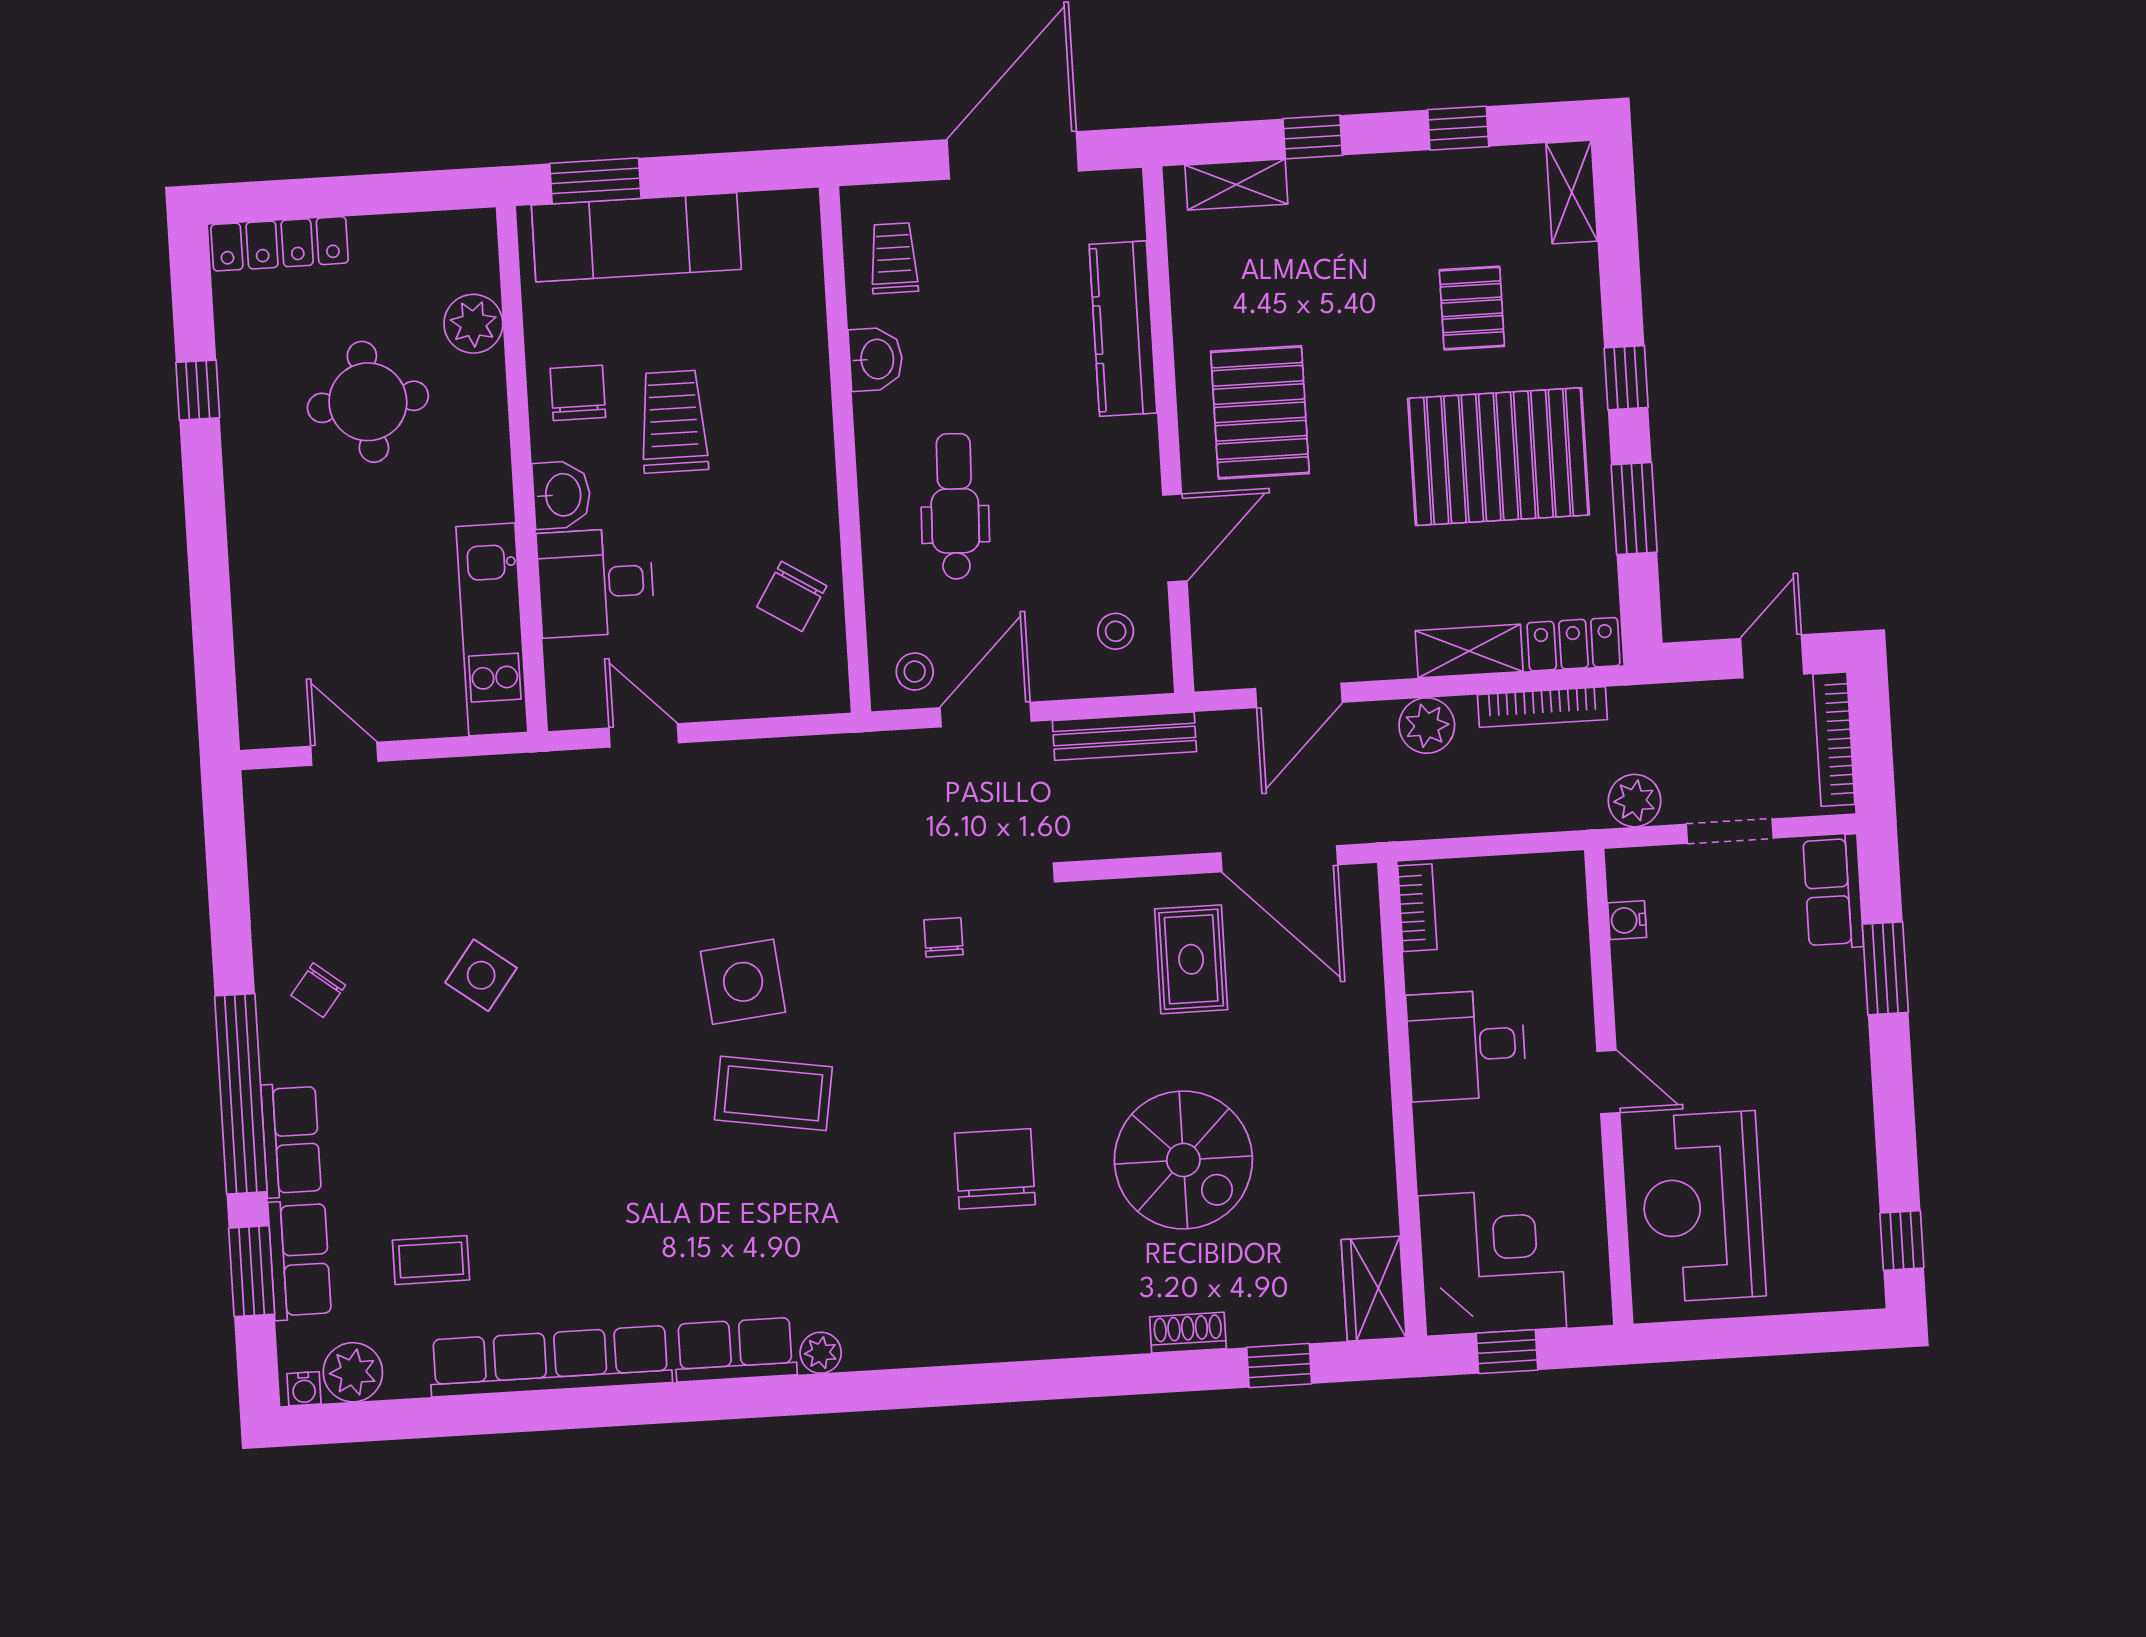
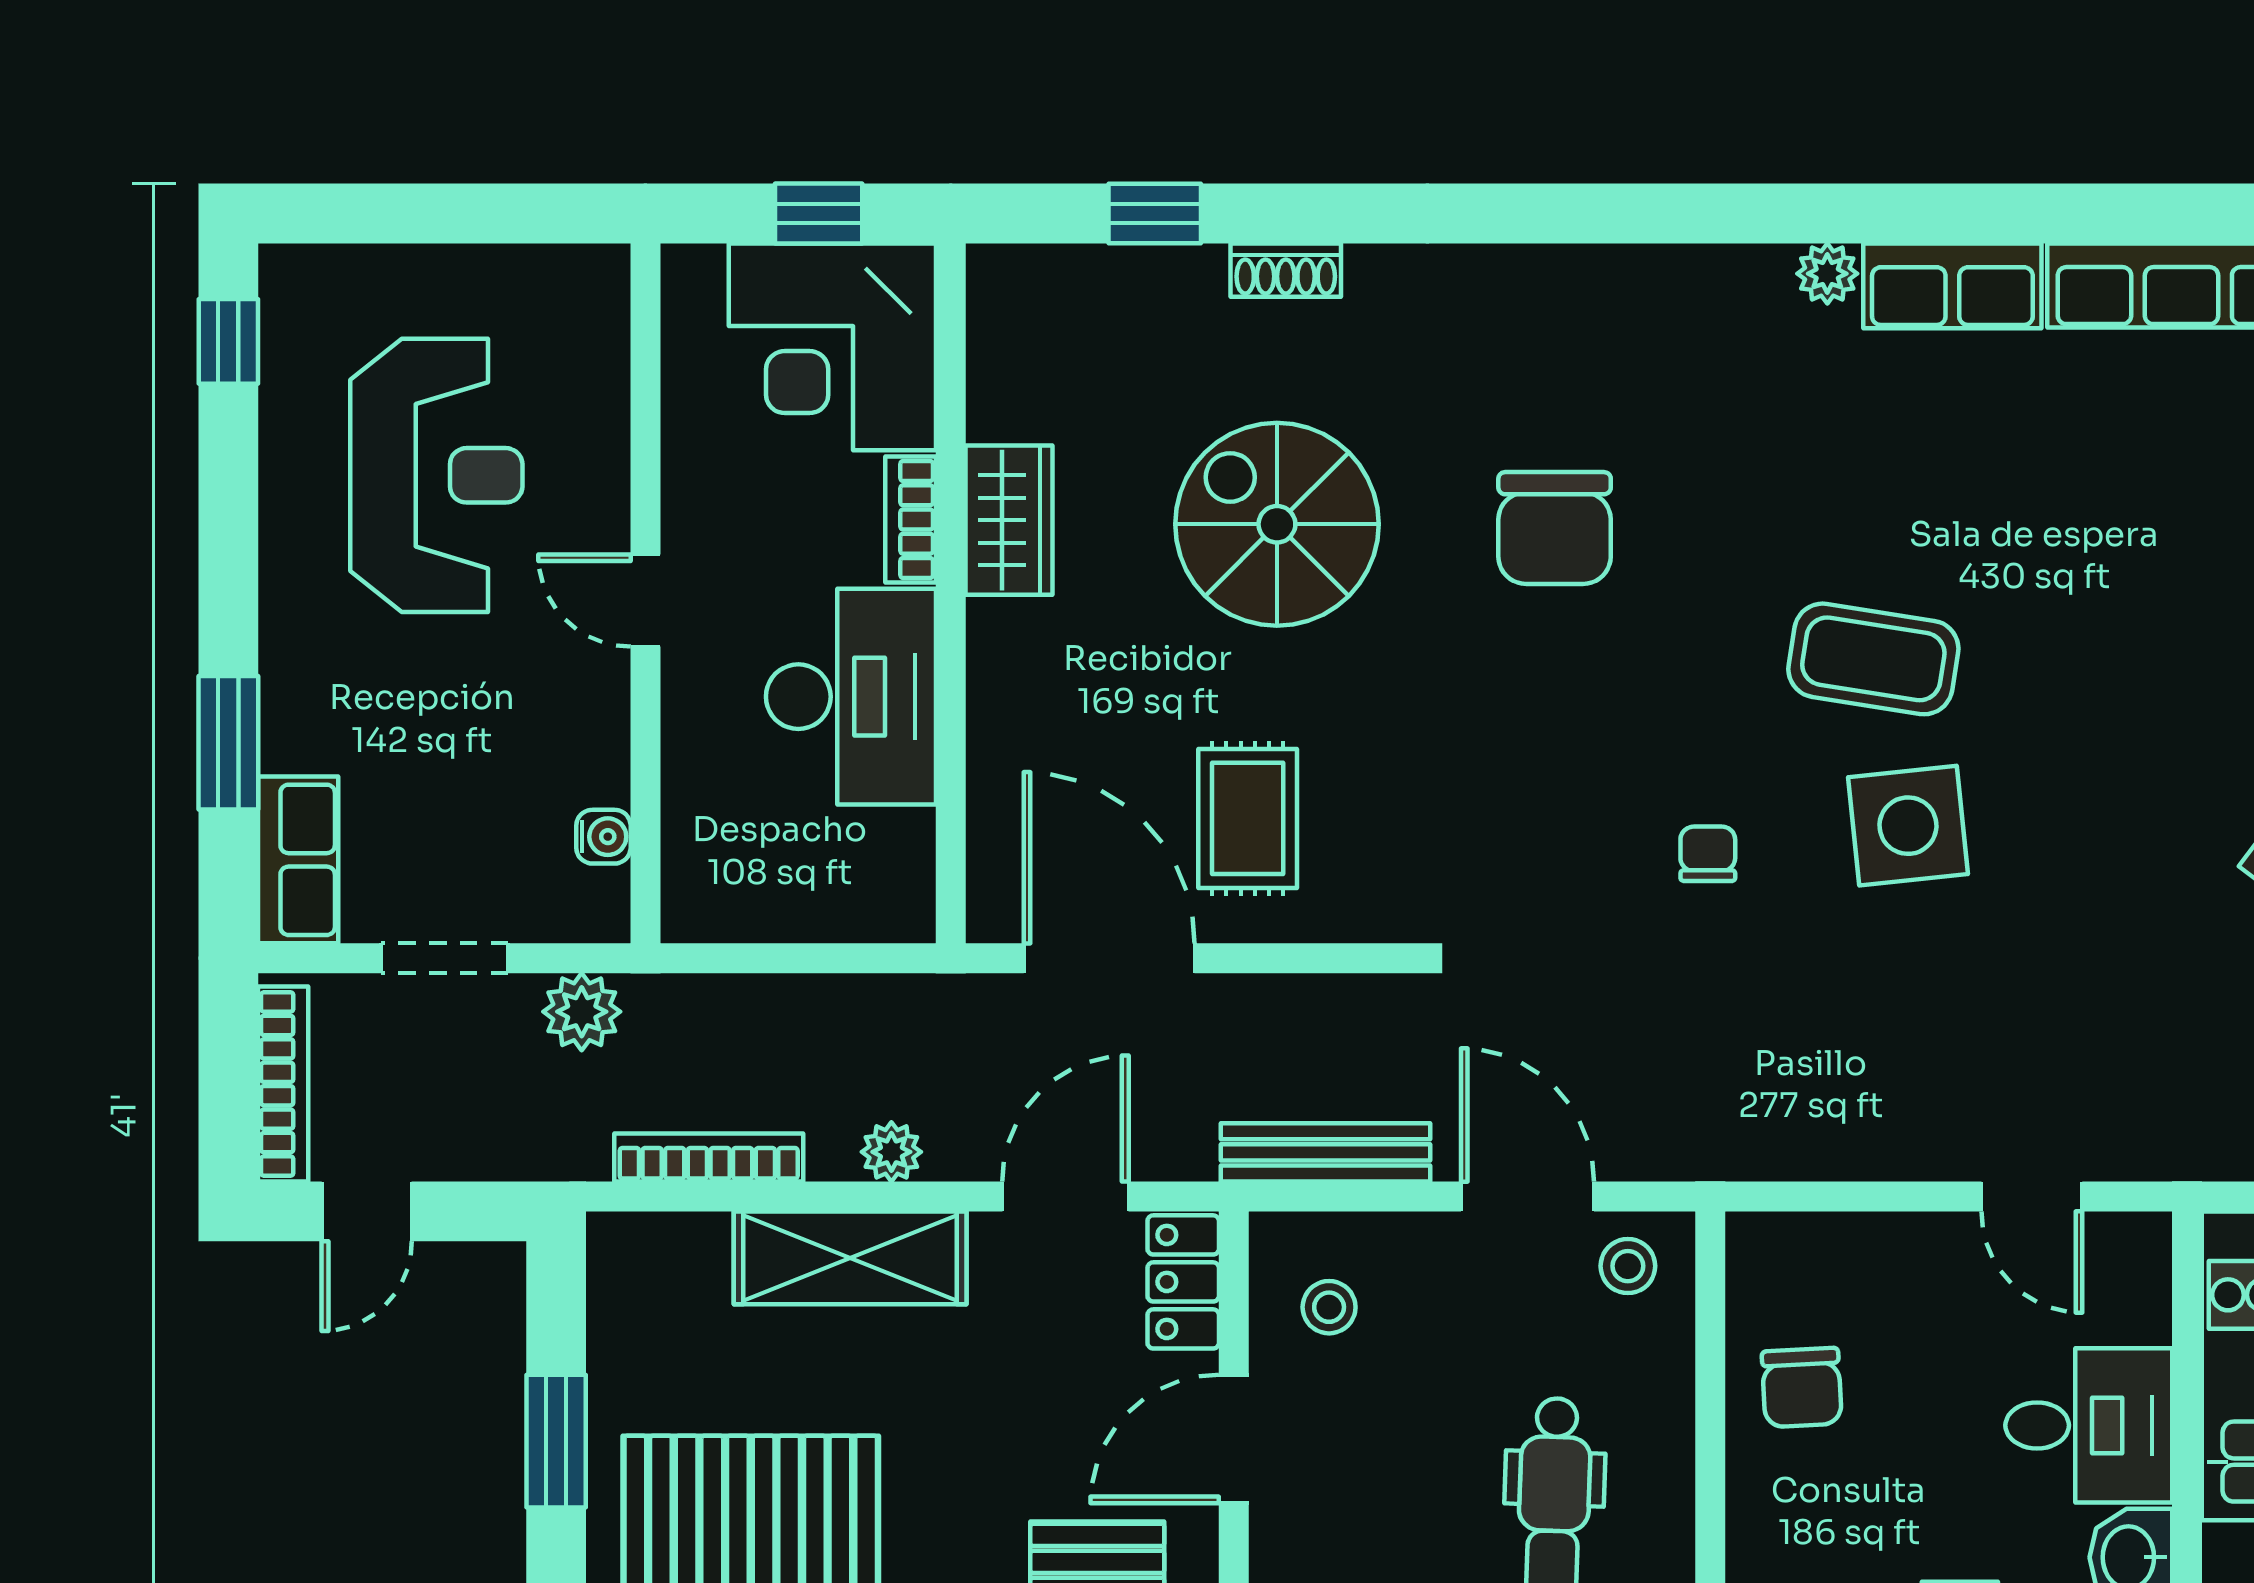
chair: (792, 596) -> (1802, 1388), turned 145
locker: (1574, 644) -> (1183, 1282), moved, turned 90
shelving: (1469, 651) -> (850, 1258), width x1.50, depth x1.33
door: (986, 715) -> (1527, 1197), swing flipped
plant: (1427, 725) -> (891, 1152), width x0.73, depth x0.73
bookcase: (1417, 908) -> (911, 519), moved
chair: (943, 937) -> (1708, 854), moved, turned 180
desk: (1466, 1045) -> (851, 697), width x1.37
reception desk: (1703, 1207) -> (436, 475), moved
wardrobe: (1374, 1289) -> (1009, 520), moved

